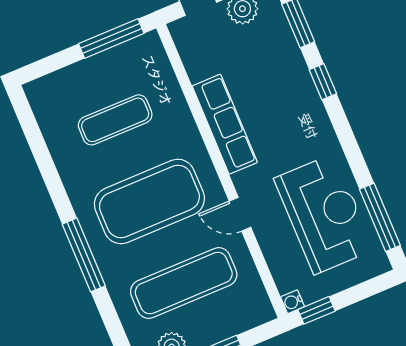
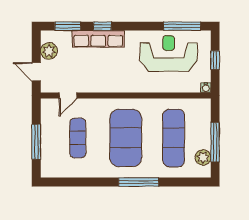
window: (111, 38) -> (36, 142), moved
row of seats: (225, 124) -> (98, 39), moved, turned 180
door: (240, 214) -> (68, 95), moved
window: (317, 310) -> (215, 60), moved

